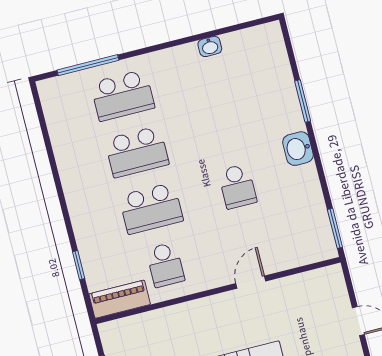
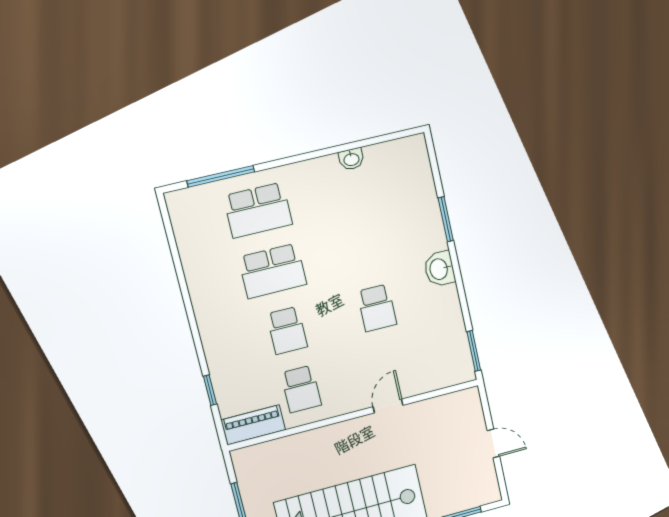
school desk: (151, 208) -> (287, 330), width x0.54

